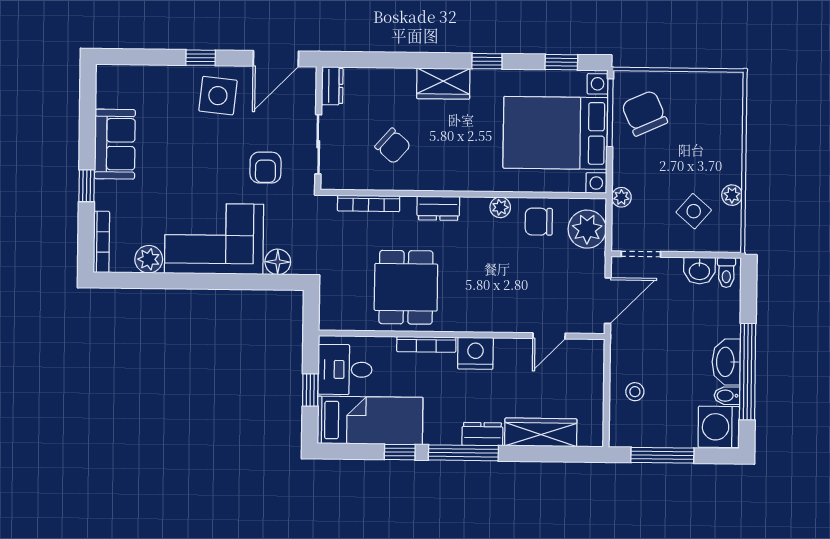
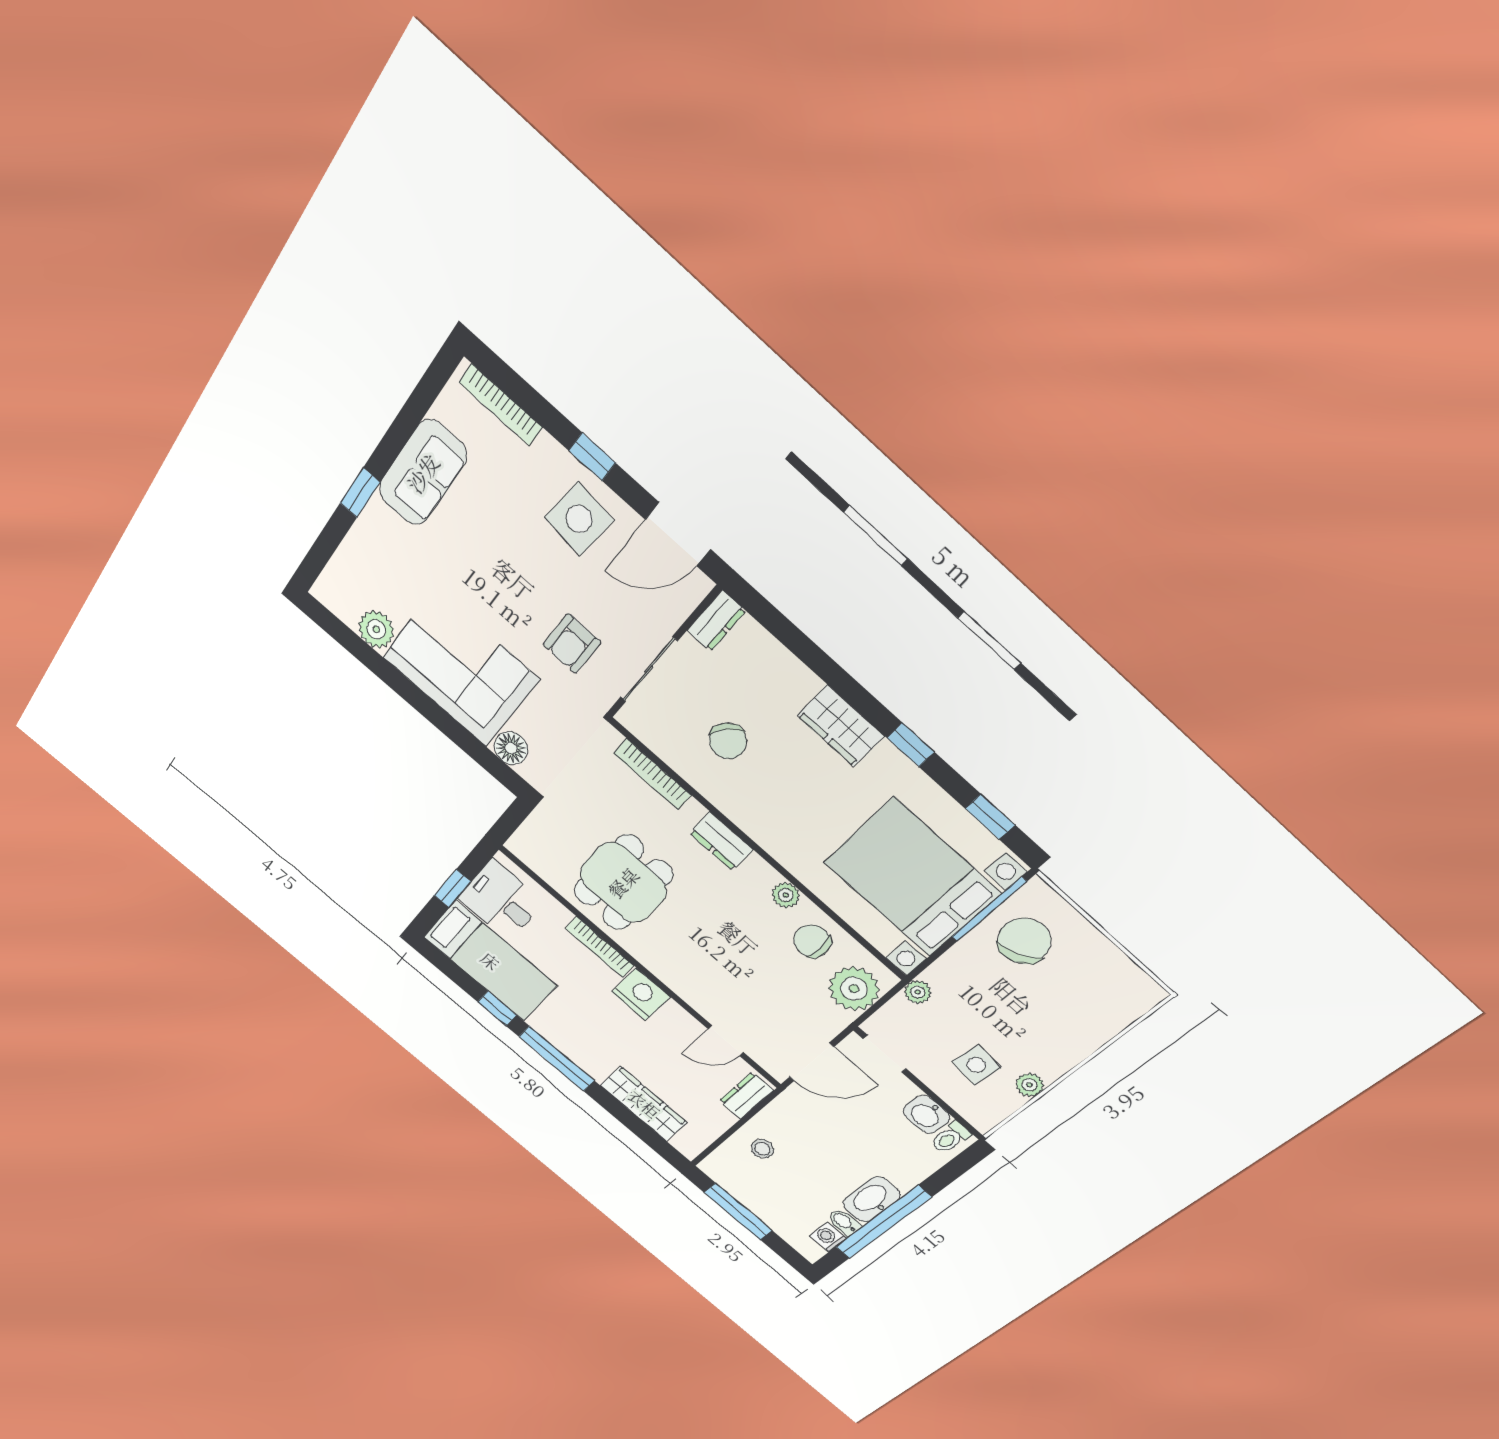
side table: (694, 211) -> (976, 1065), turned -36
bookcase: (101, 242) -> (501, 405), moved, turned 90
washing machine: (719, 427) -> (828, 1237), width x0.53, depth x0.53
dresser: (482, 434) -> (746, 1096), moved, turned -90

